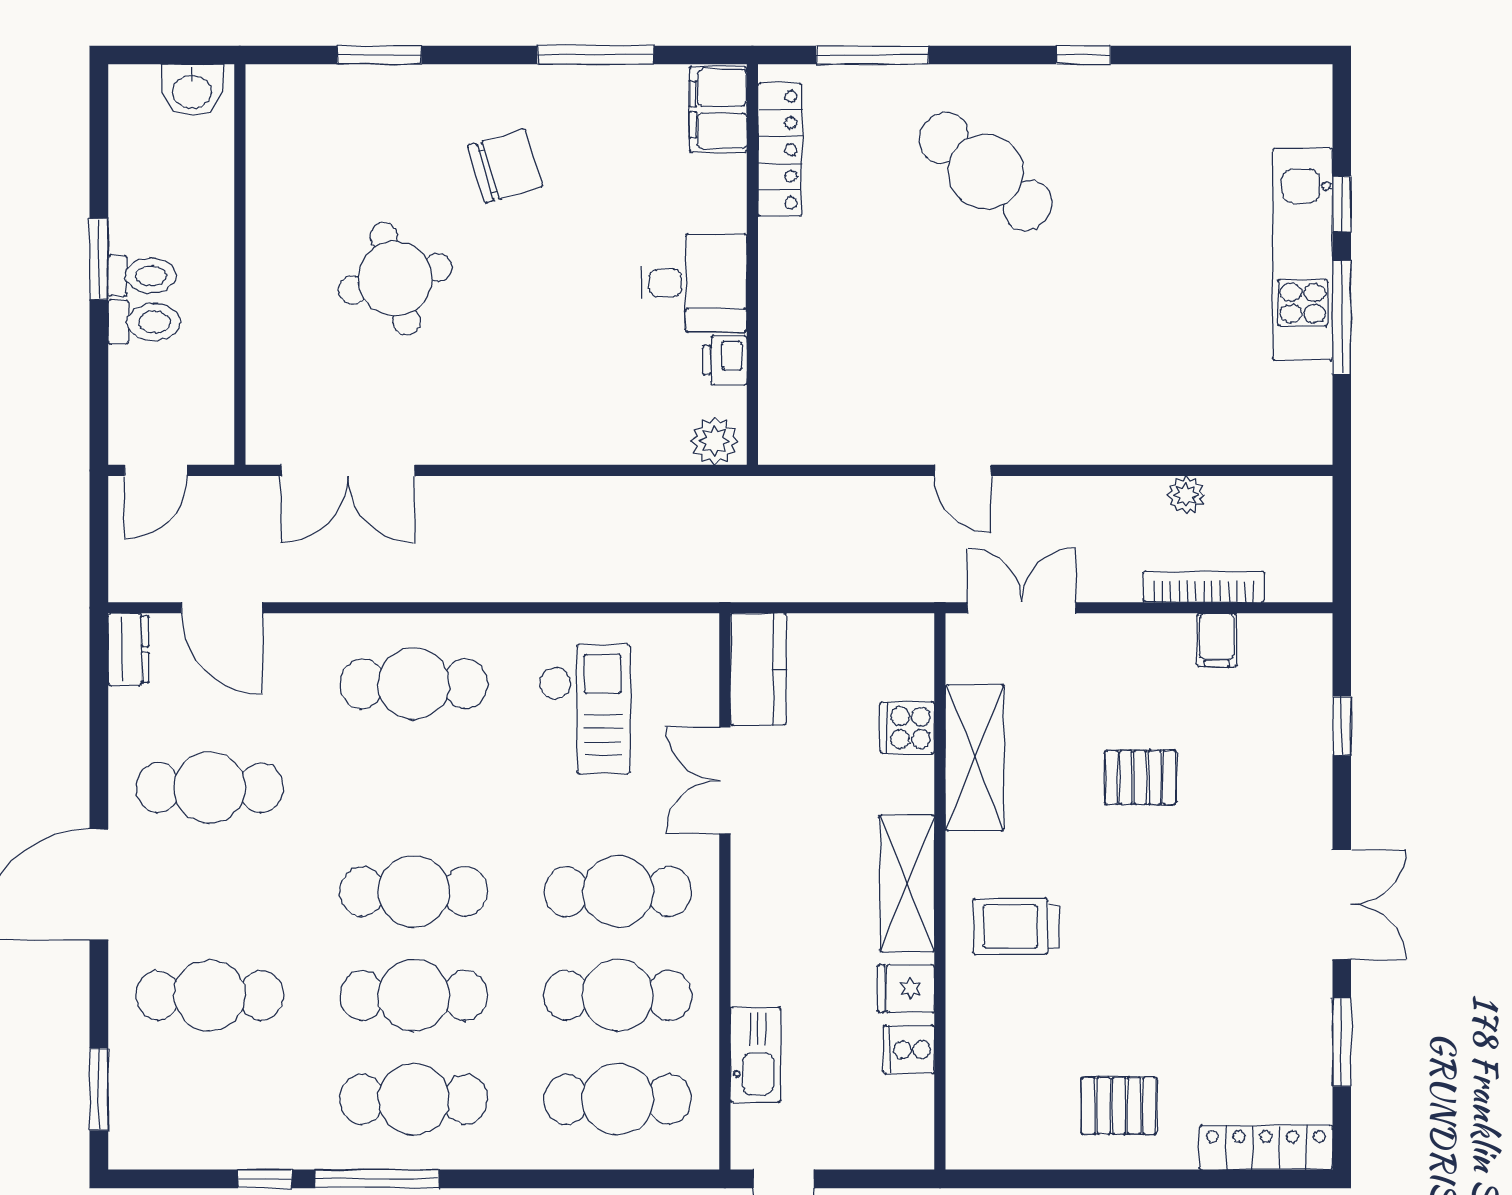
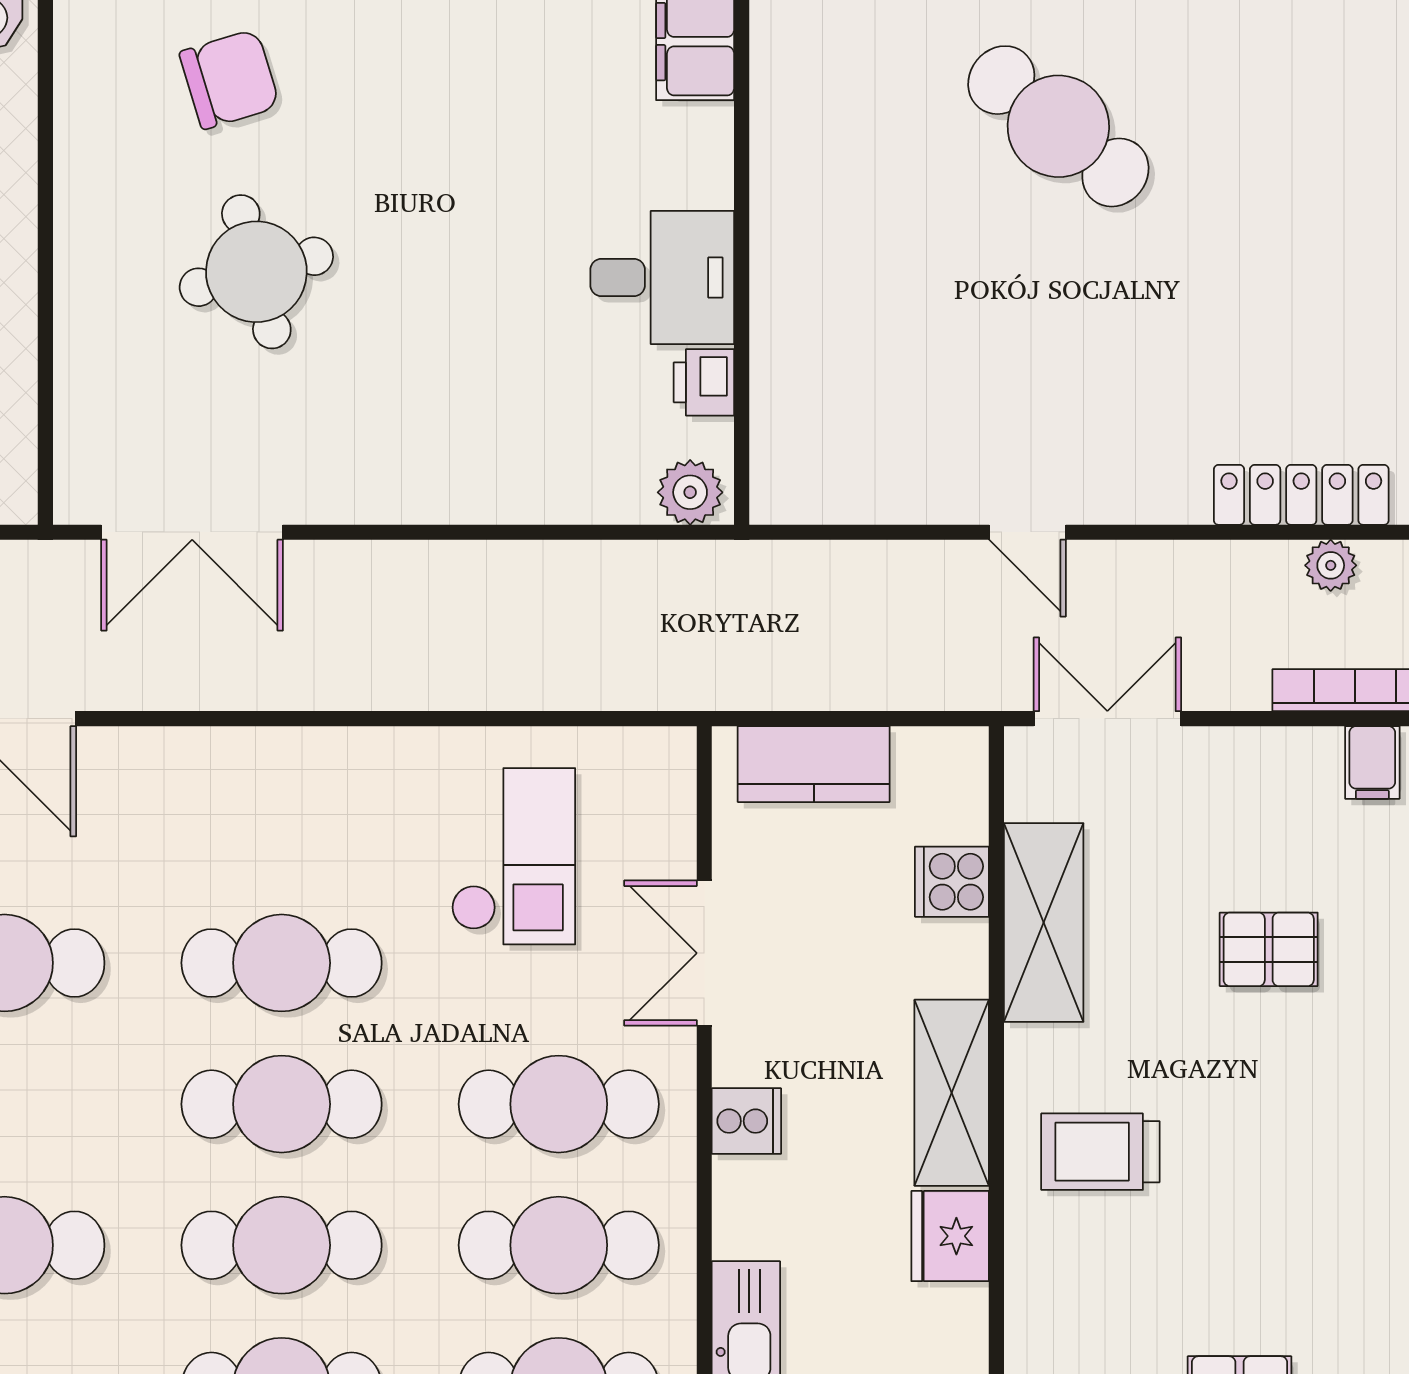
locker: (780, 150) -> (1301, 495), moved, turned -90
chair: (505, 166) -> (229, 79), moved
kitchen counter: (758, 669) -> (814, 764), moved, turned 90
cafe table: (414, 684) -> (282, 963), moved
fridge: (906, 989) -> (950, 1236), width x1.38
cooker: (909, 1050) -> (746, 1121), moved, turned 180

